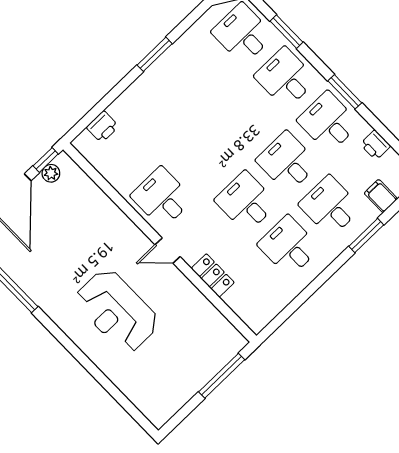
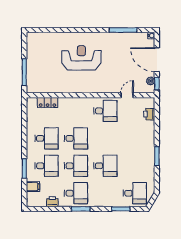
desk: (285, 78) -> (105, 166), moved
door: (168, 251) -> (127, 95), moved
locker: (213, 275) -> (48, 103), moved

